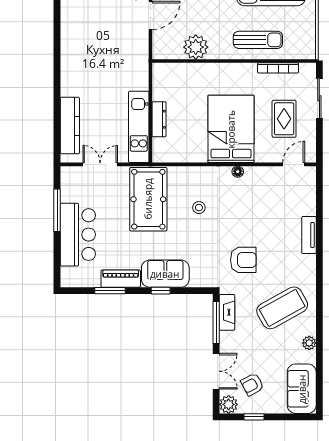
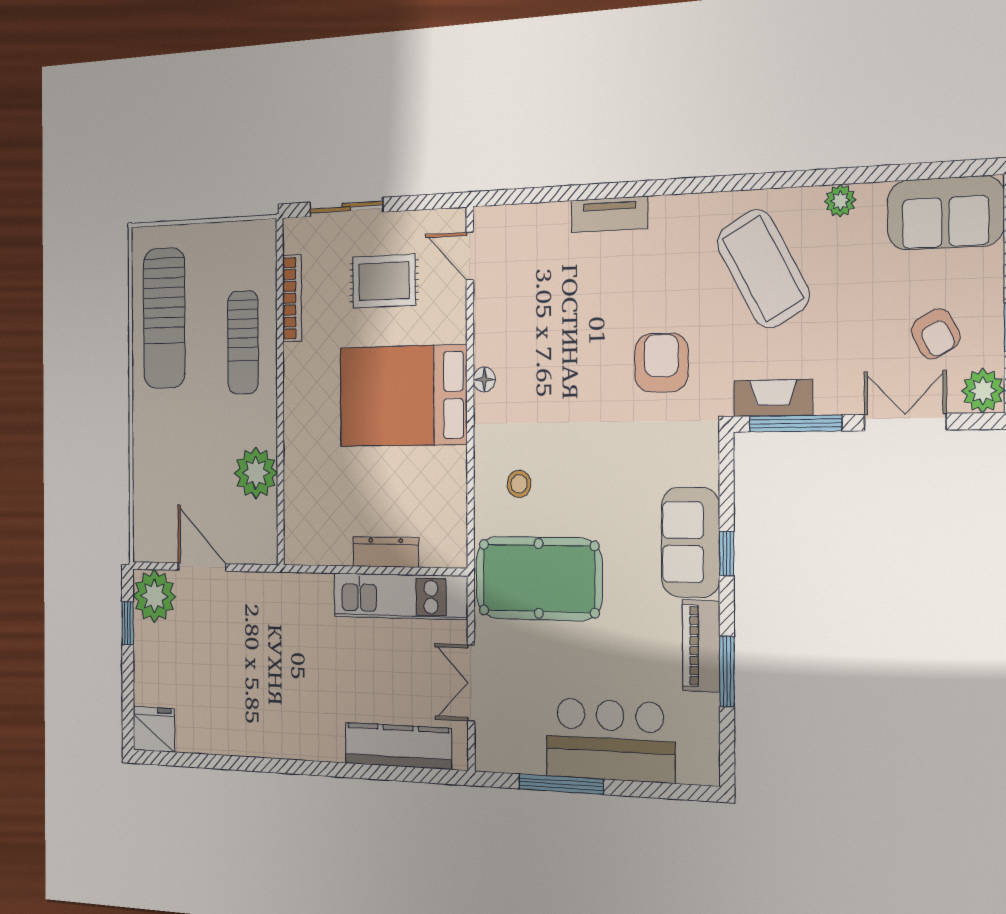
sun lounger: (258, 40) -> (243, 342), turned 180
stool: (199, 208) -> (519, 484), moved

